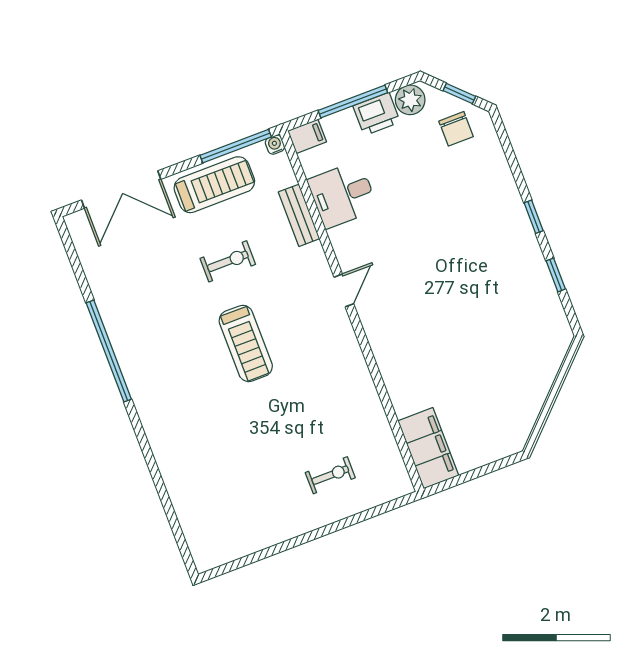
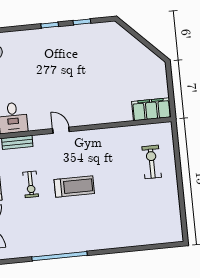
exercise bike: (228, 261) -> (31, 184), turned 180
exercise bike: (330, 475) -> (152, 162), width x1.38, depth x1.39

